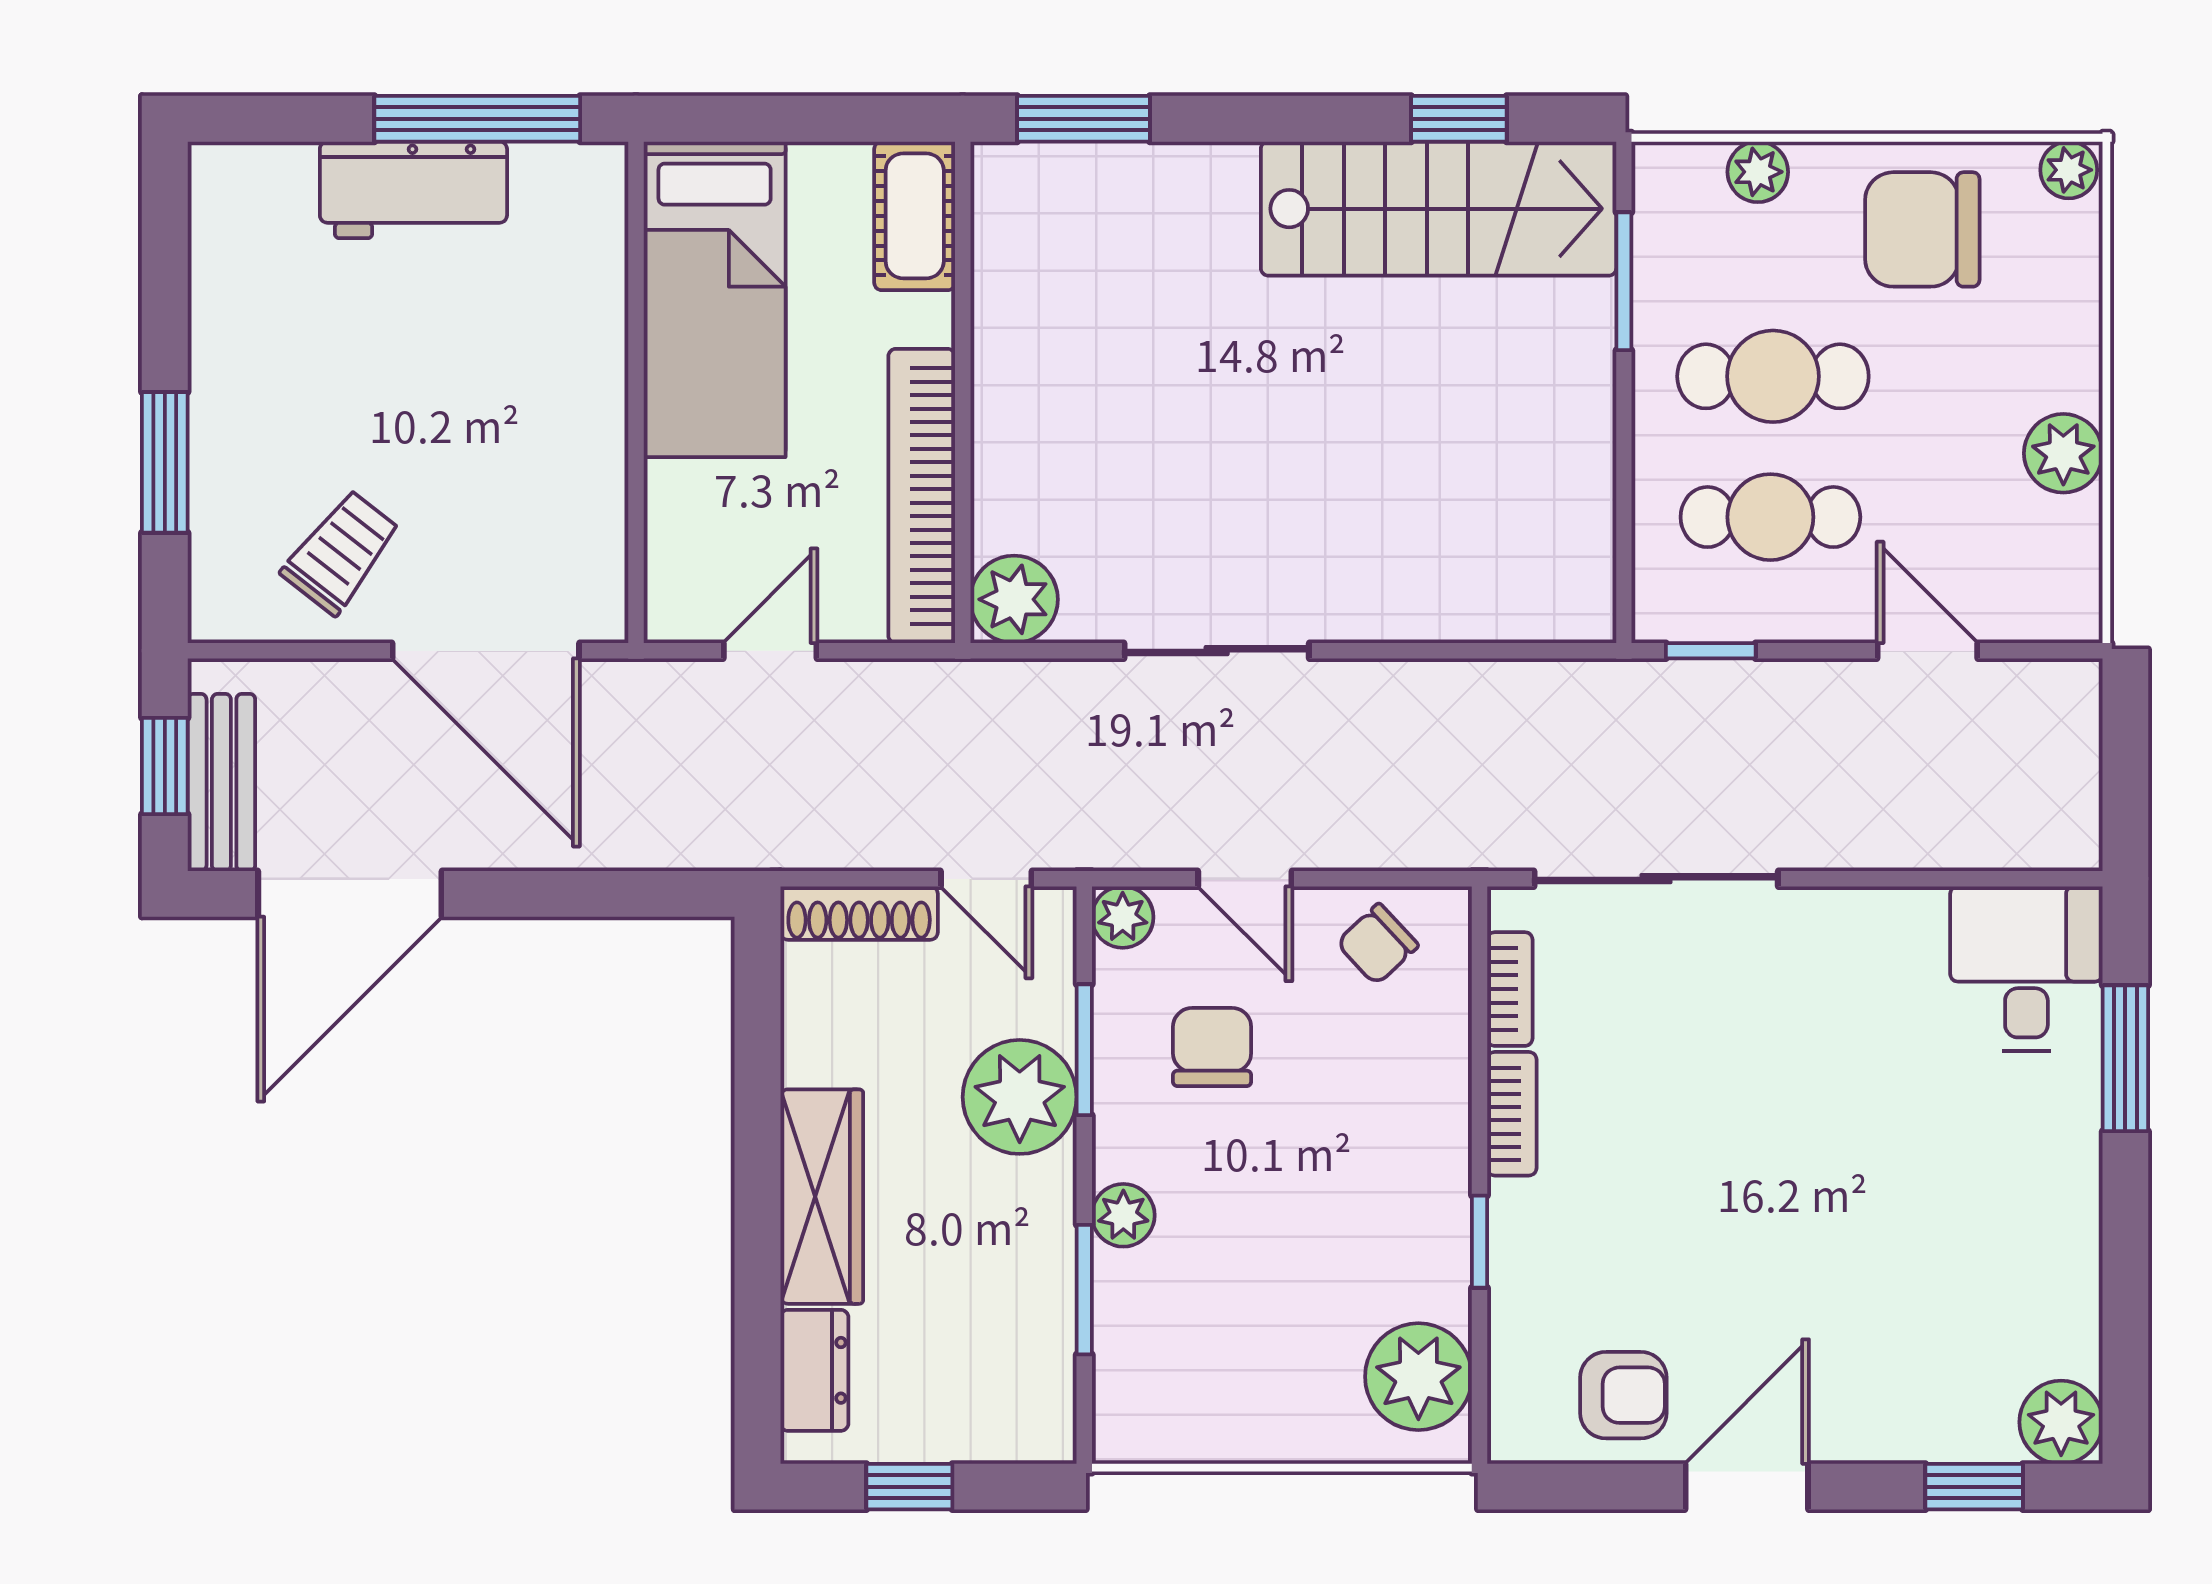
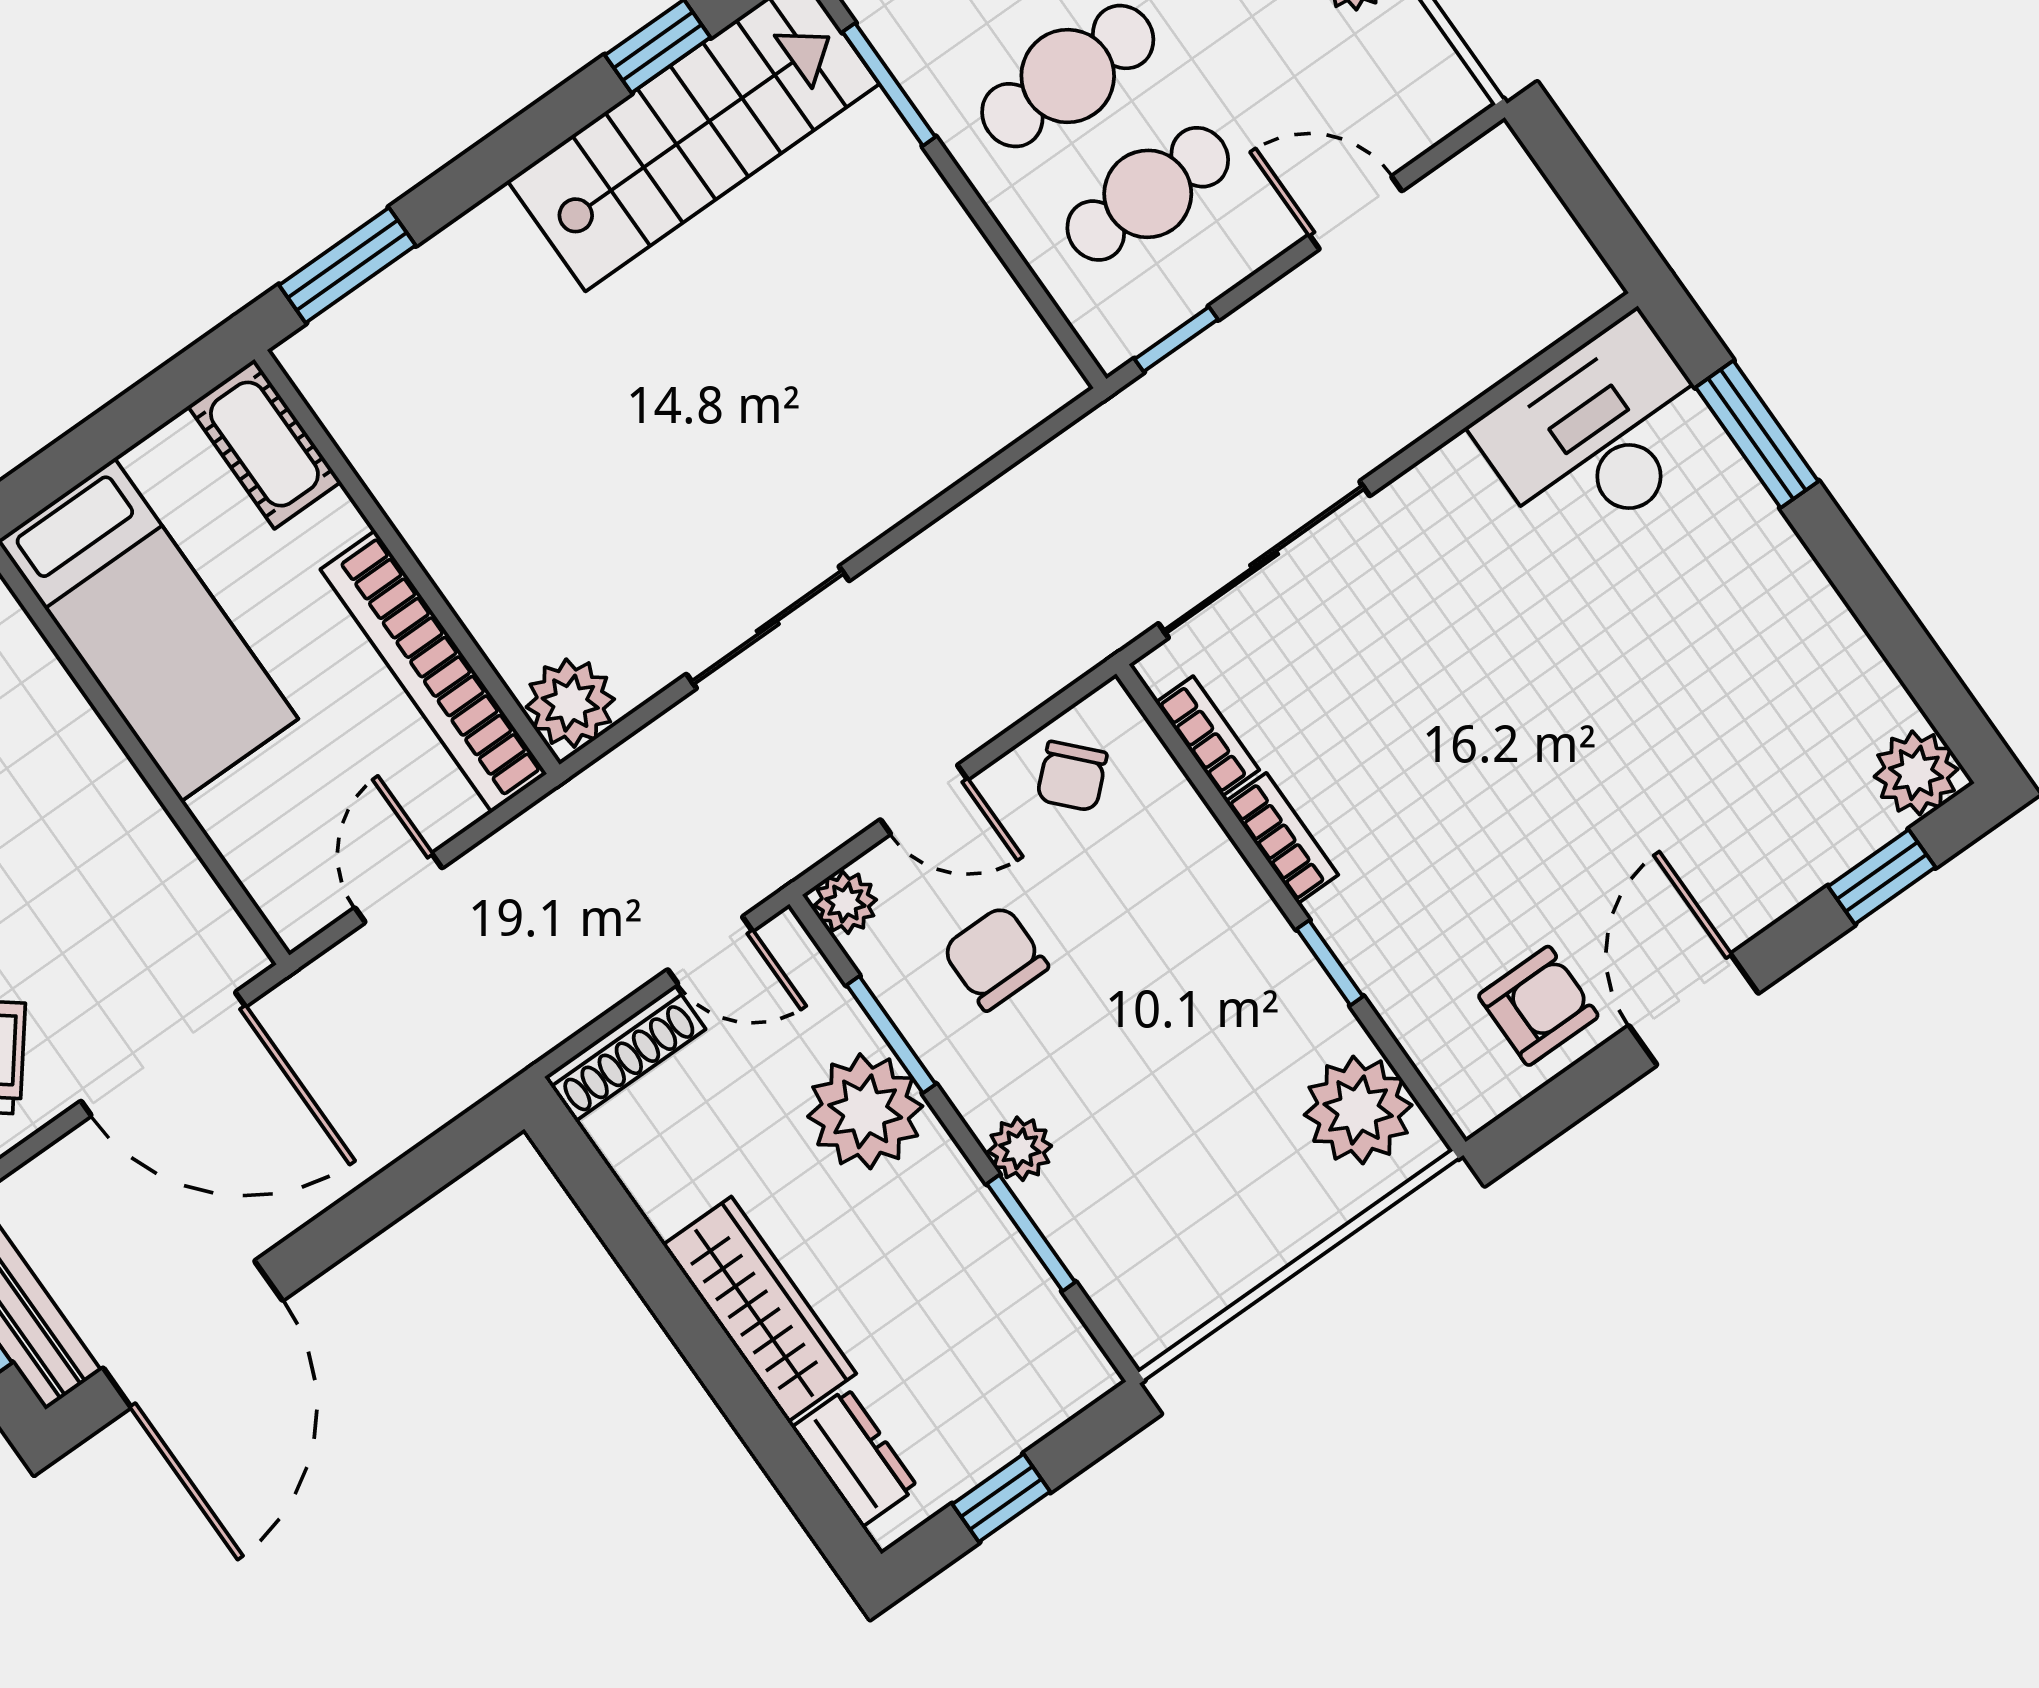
desk: (2026, 968) -> (1599, 434), width x1.37

